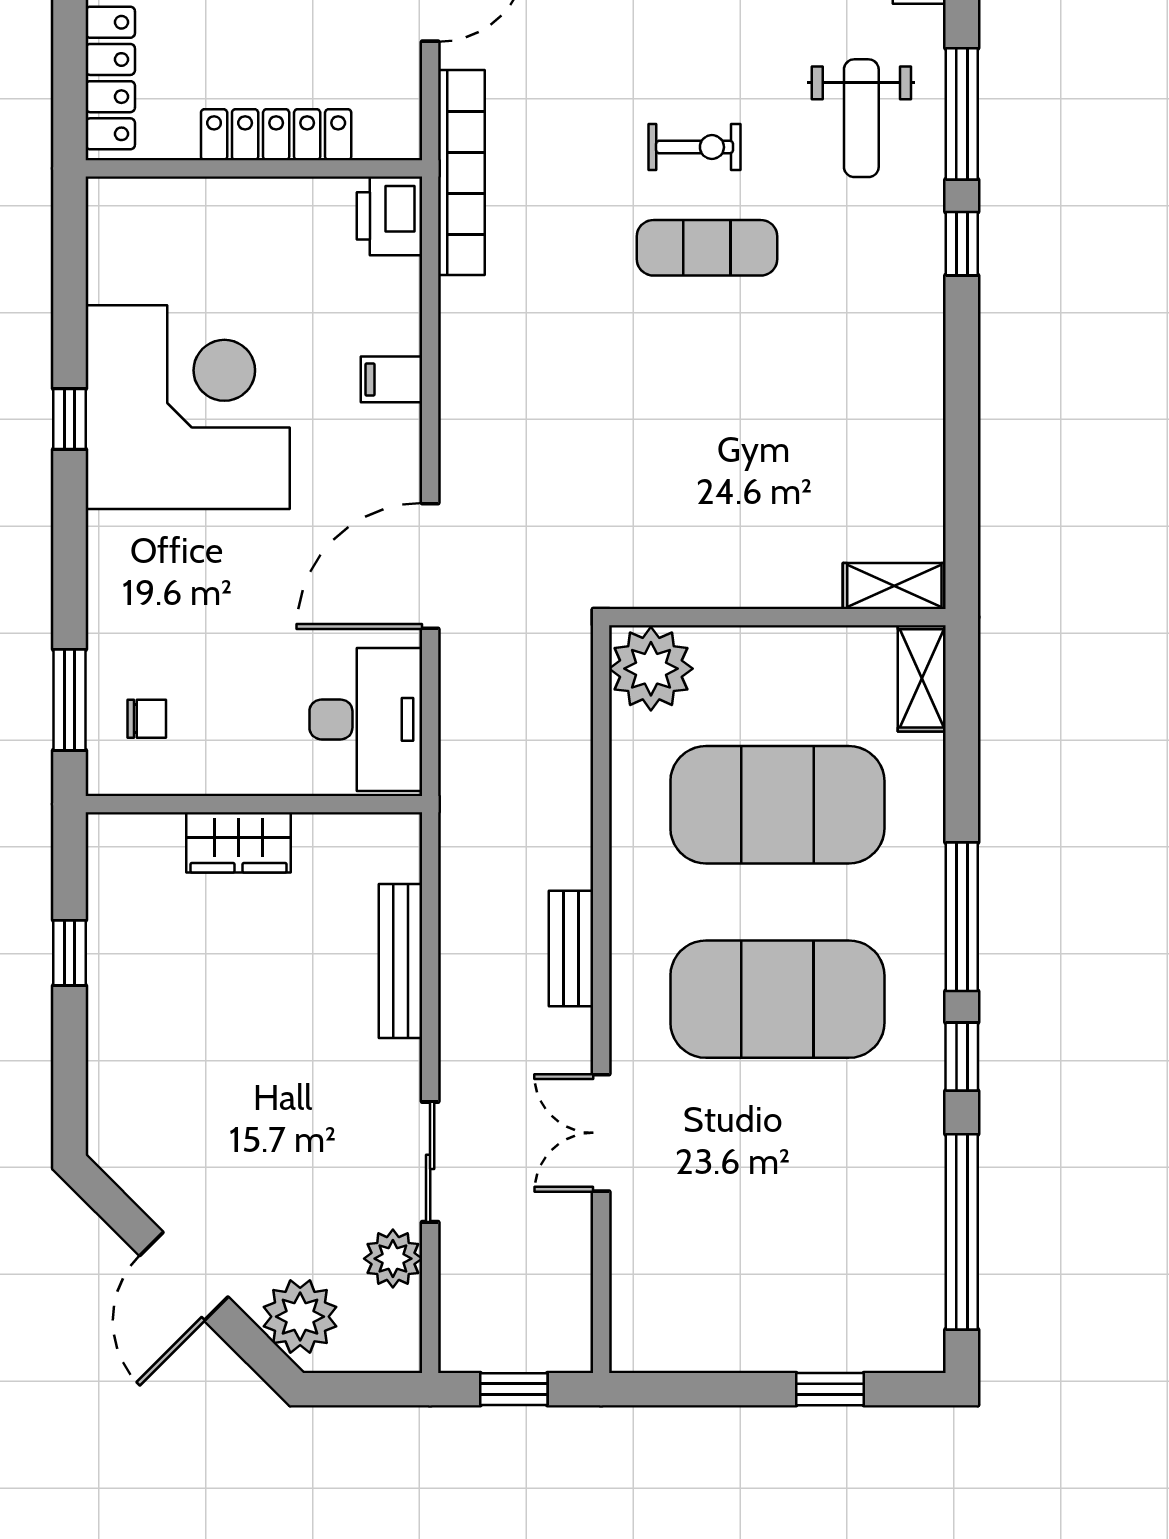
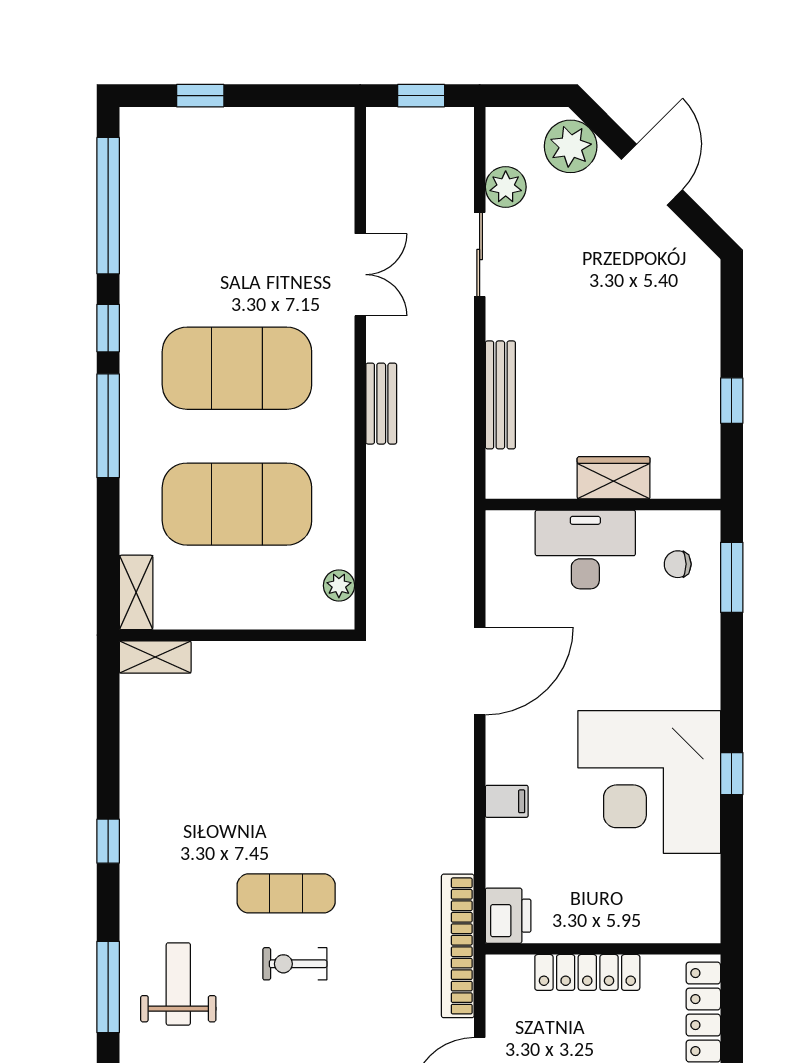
window: (962, 244) -> (108, 841), moved
plant: (651, 669) -> (339, 586), width x0.53, depth x0.53
desk: (366, 719) -> (585, 549), moved, turned 90

